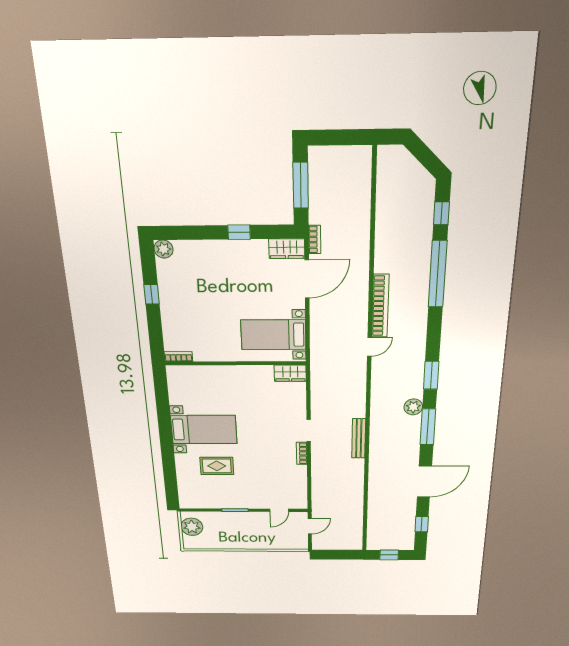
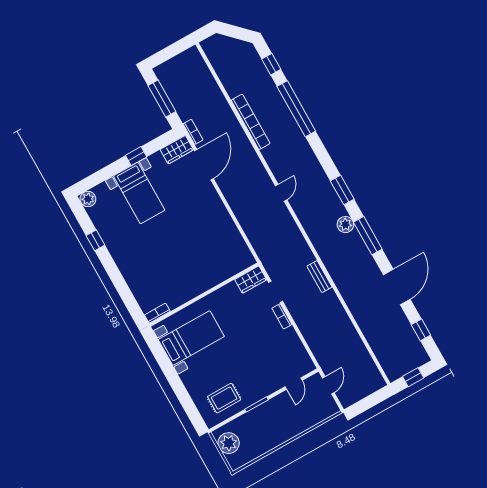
bookcase: (380, 306) -> (251, 122), moved
bed with nightstands: (273, 335) -> (139, 193), moved, turned -90
bookcase: (178, 357) -> (157, 313), moved
wall: (235, 363) -> (204, 295), moved
wardrobe: (290, 373) -> (251, 280), moved
bench: (359, 438) -> (320, 277), width x0.73
rug: (217, 466) -> (224, 398), moved

